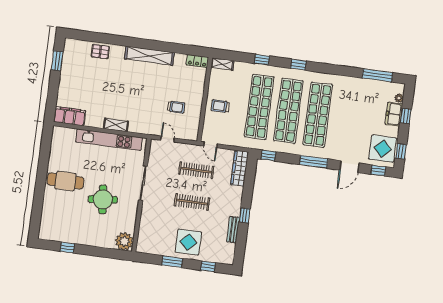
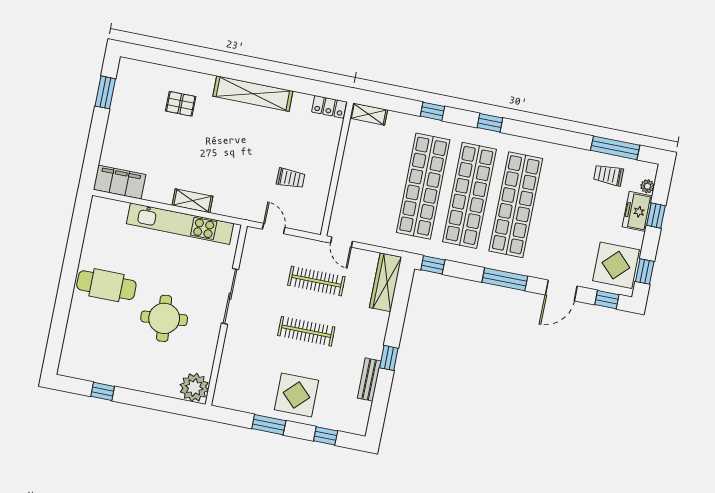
pallet: (100, 52) -> (181, 104), moved
trolley: (220, 106) -> (608, 175), moved

